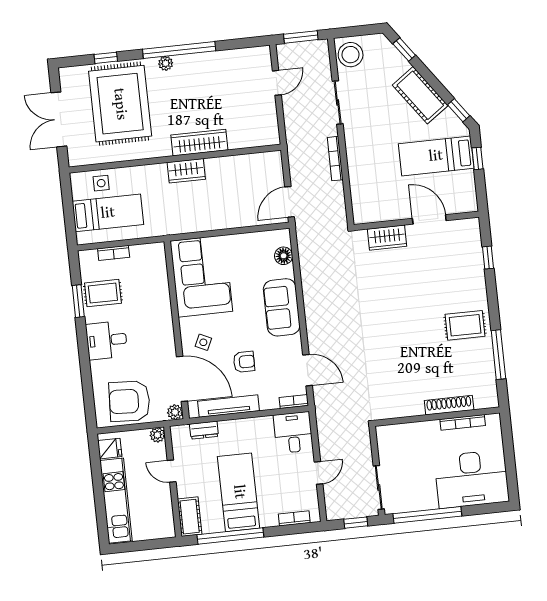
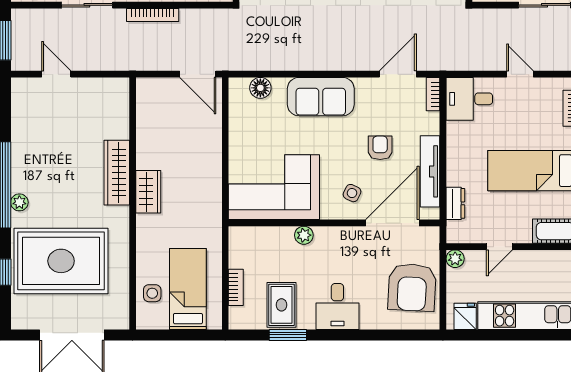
plant: (175, 412) -> (304, 235), moved

